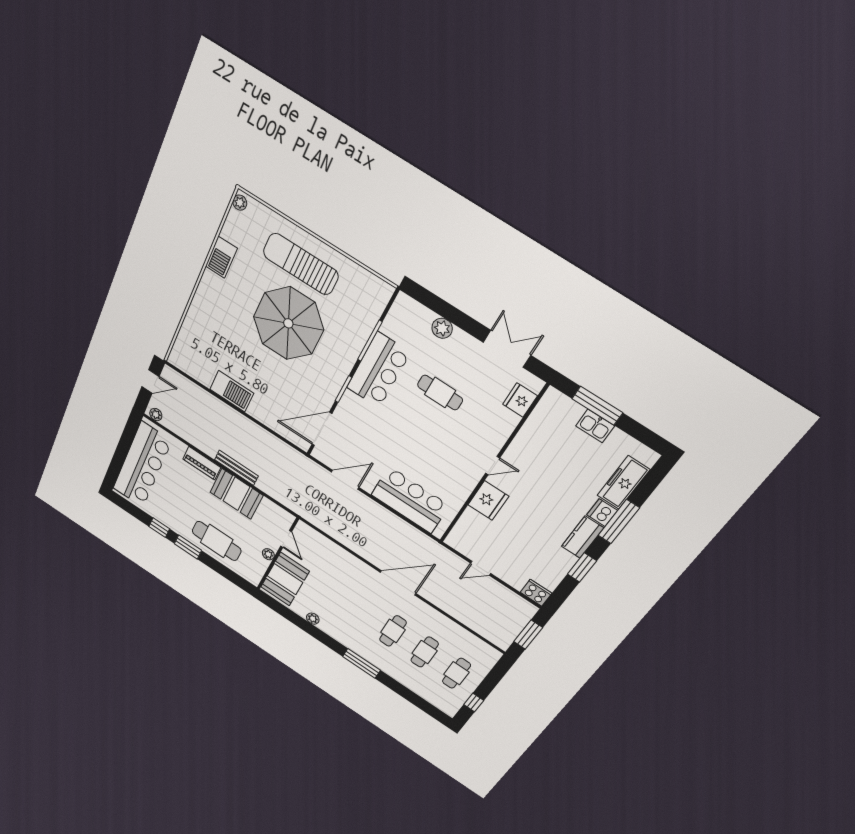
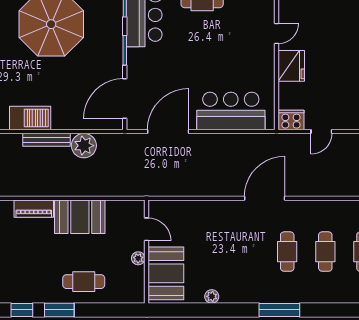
plant: (267, 443) -> (84, 146), added
bench: (236, 468) -> (47, 140), moved
door: (345, 480) -> (168, 132), width x1.36
cafe table: (217, 541) -> (84, 282), width x0.73, depth x0.74
cooker: (459, 542) -> (291, 120), added

